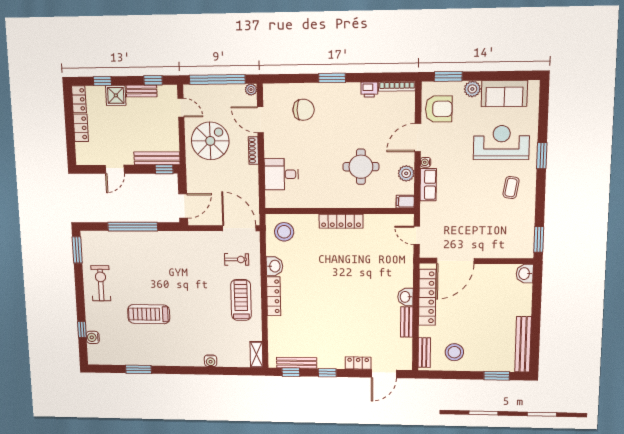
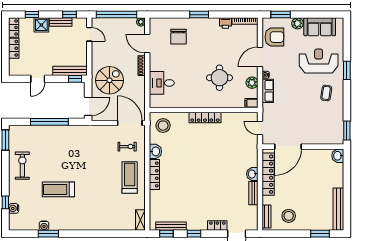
chair: (304, 110) -> (179, 37), turned 90
spiral stairs: (210, 141) -> (109, 80), moved
water cooler: (211, 361) -> (44, 226), moved

